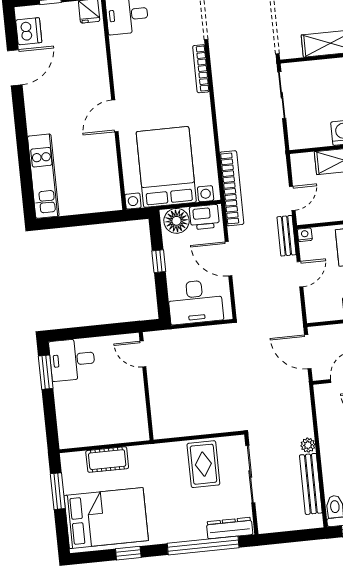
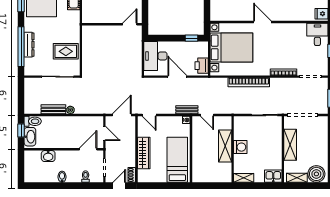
bookcase: (232, 188) -> (249, 82), moved
floor lamp: (176, 221) -> (201, 50), removed
door: (228, 259) -> (177, 77), hinge flipped
window: (159, 261) -> (191, 38), moved
door: (300, 274) -> (149, 115), moved
bench: (311, 484) -> (53, 109), width x0.73
dresser: (230, 528) -> (29, 45), moved

